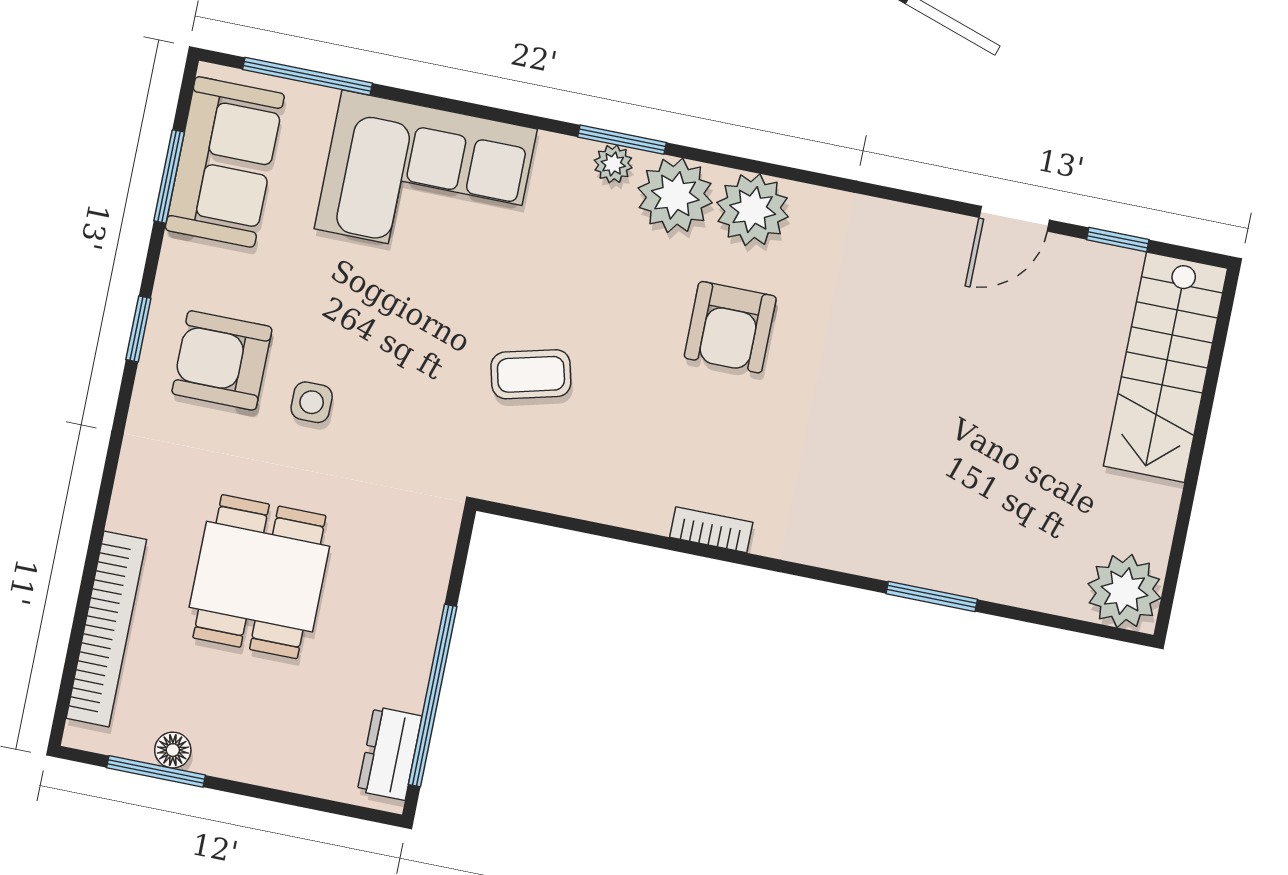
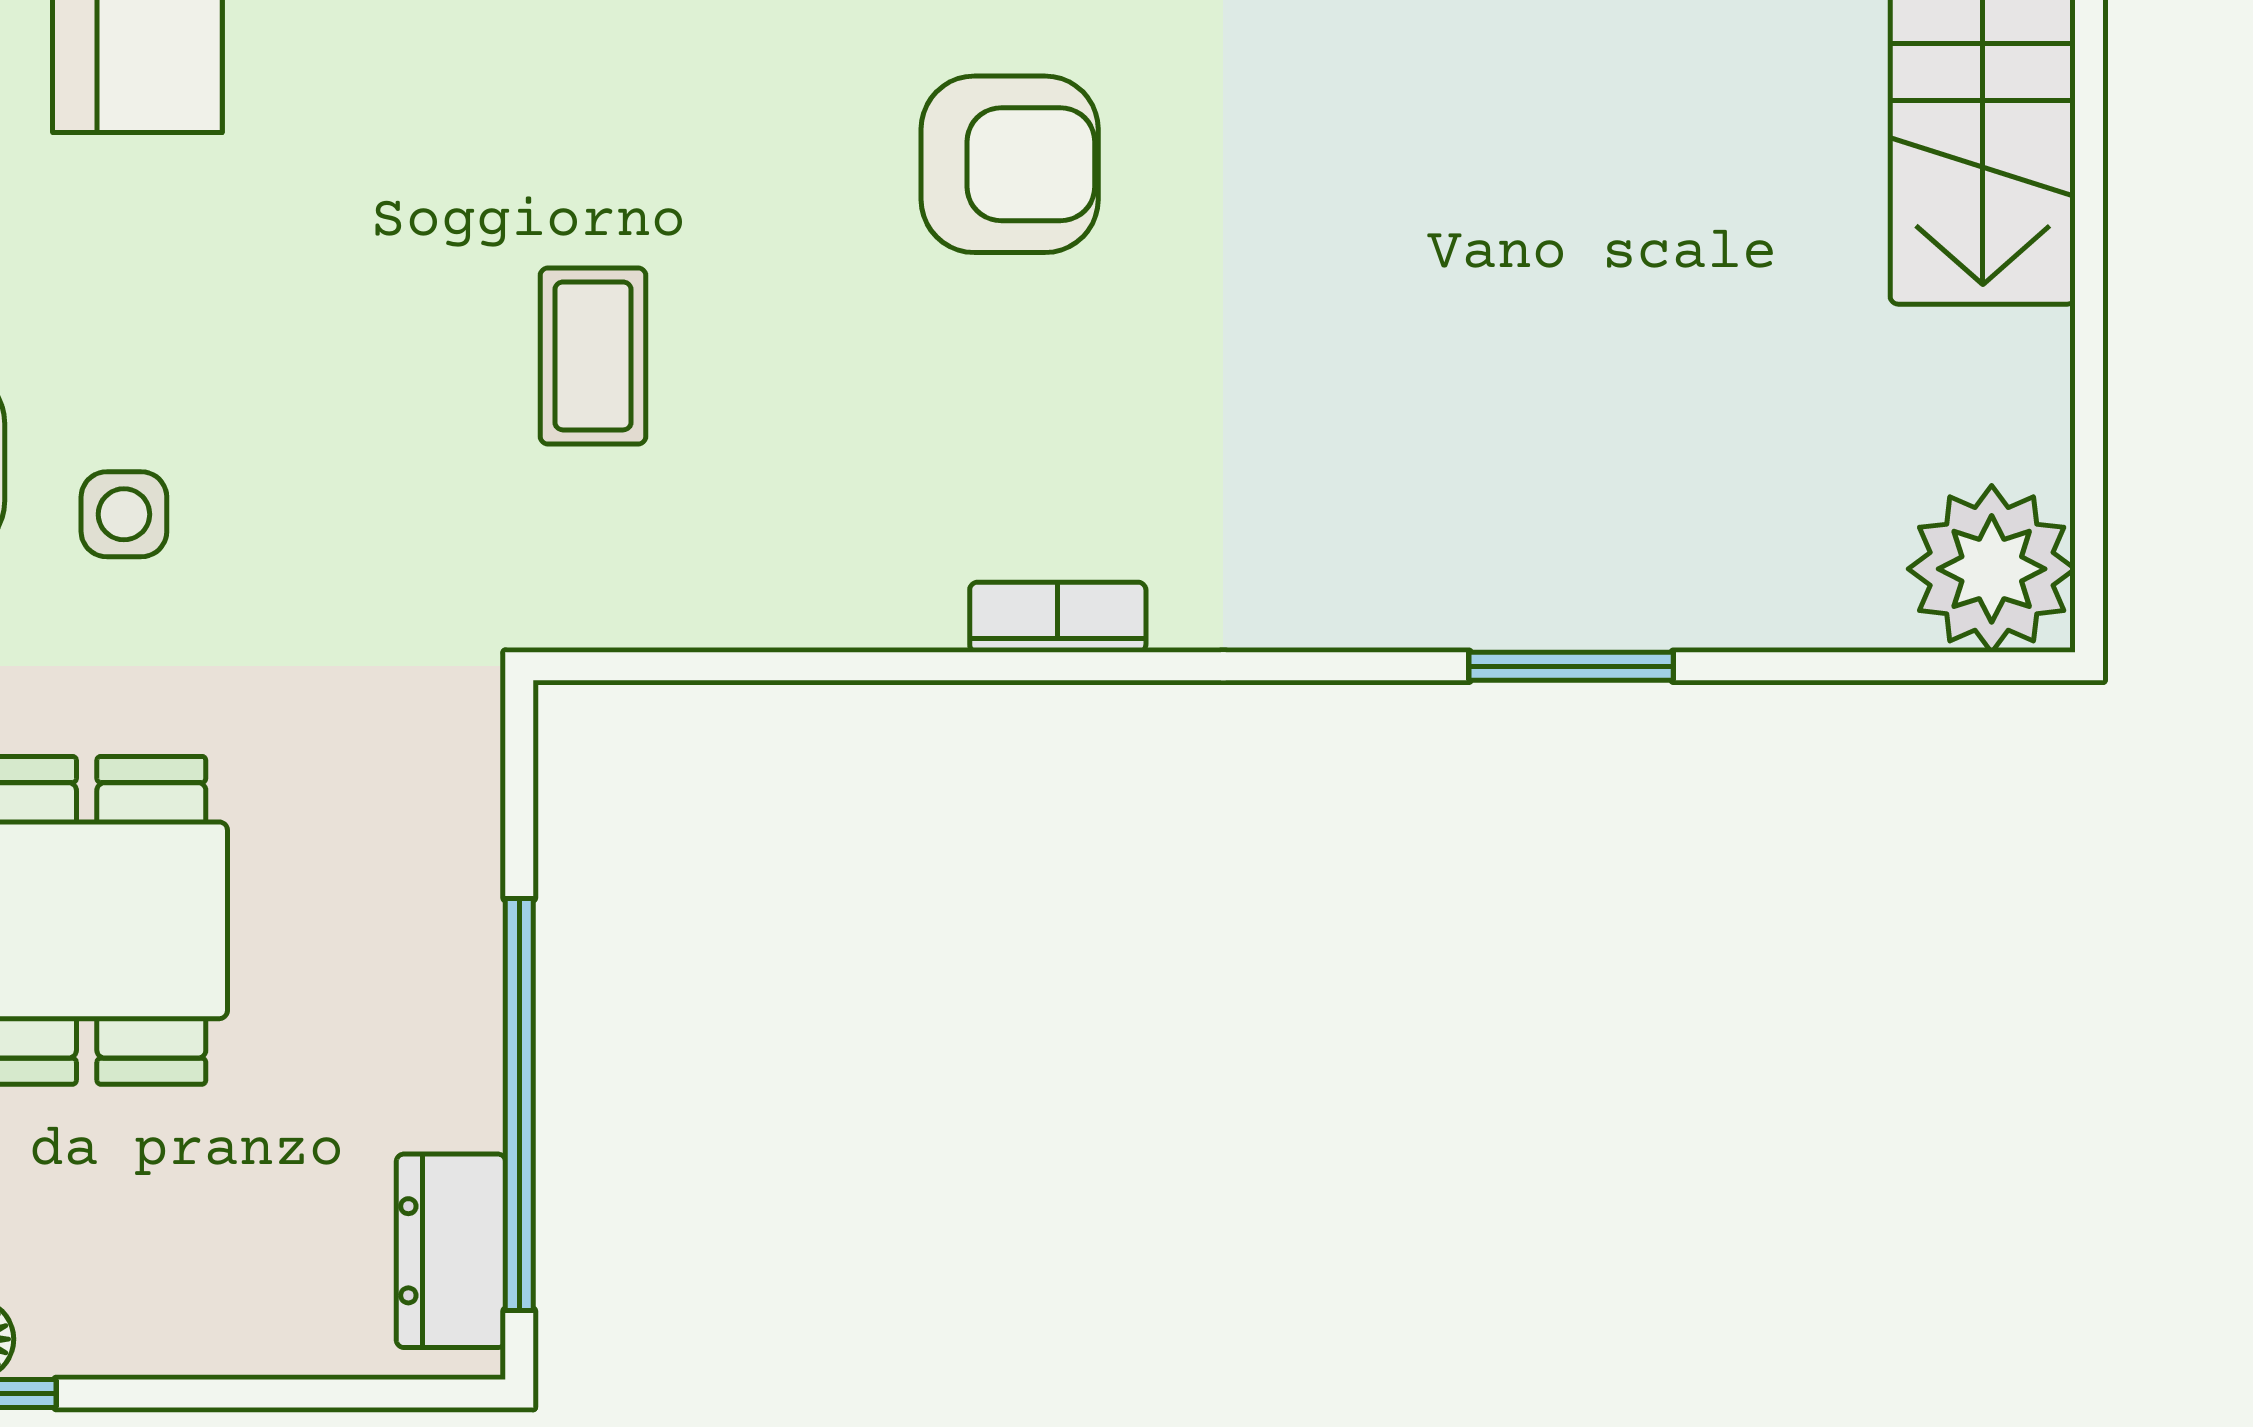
armchair: (730, 327) -> (1010, 164), turned -90
coffee table: (531, 374) -> (593, 356), turned -76

